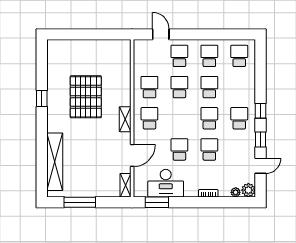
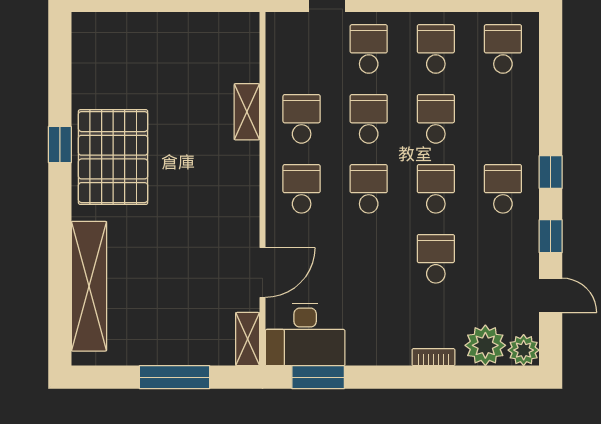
pallet: (86, 97) -> (113, 157), moved
shelving: (125, 119) -> (247, 112), moved
school desk: (179, 149) -> (369, 189), moved
door: (260, 166) -> (551, 295), hinge flipped
desk: (166, 183) -> (305, 334), moved
plant: (236, 192) -> (485, 345), width x1.88, depth x1.88
window: (80, 202) -> (174, 377), moved

